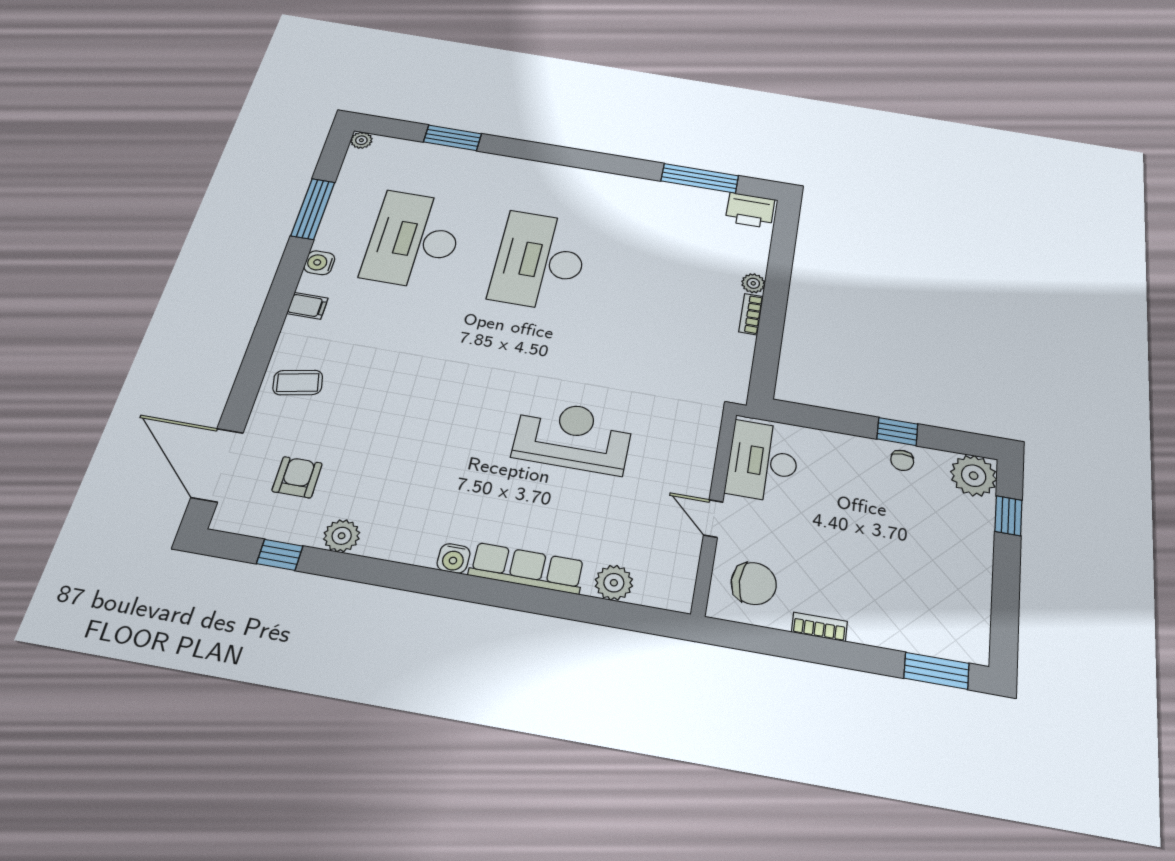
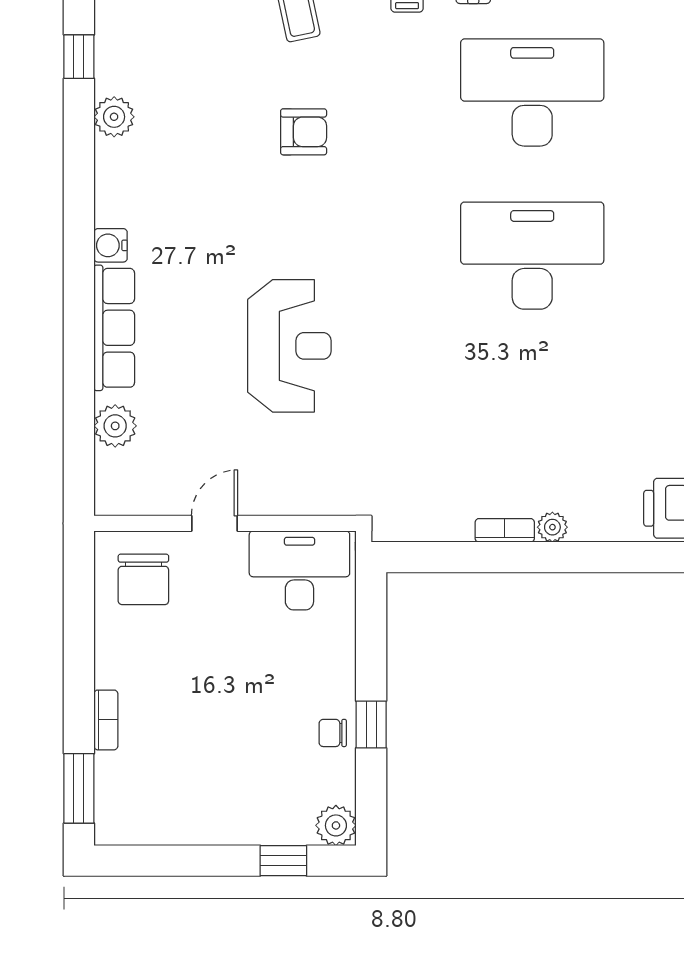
plant: (974, 476) -> (336, 825), width x0.73, depth x0.73
armchair: (297, 477) -> (304, 132), moved
bookcase: (819, 627) -> (106, 720), moved

